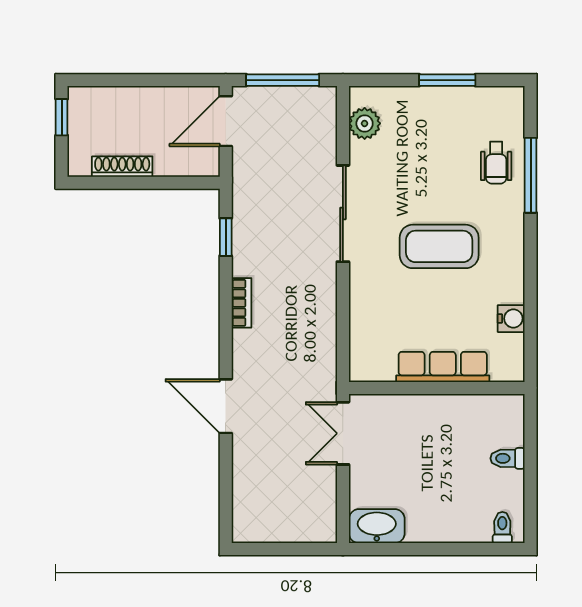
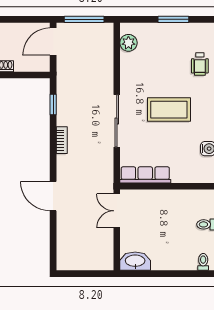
sliding door: (343, 214) -> (117, 121), moved
row of seats: (443, 367) -> (145, 175), moved

